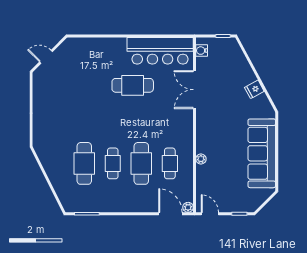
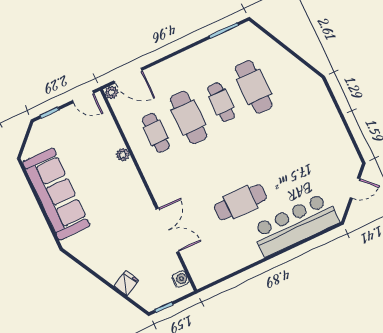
bar counter: (160, 51) -> (295, 225), moved
fridge: (254, 89) -> (126, 283), moved

